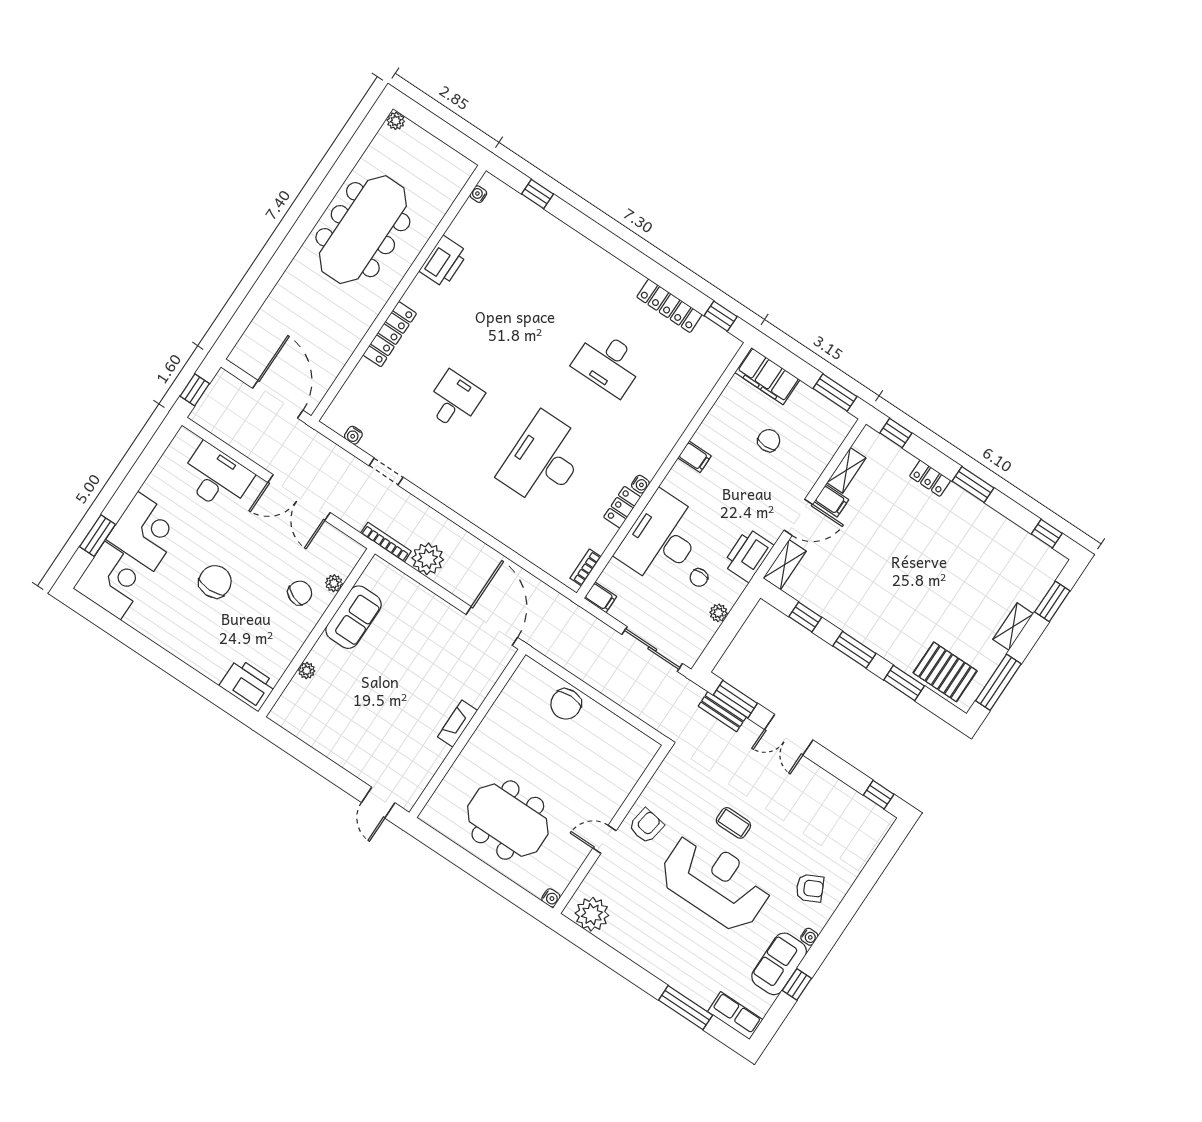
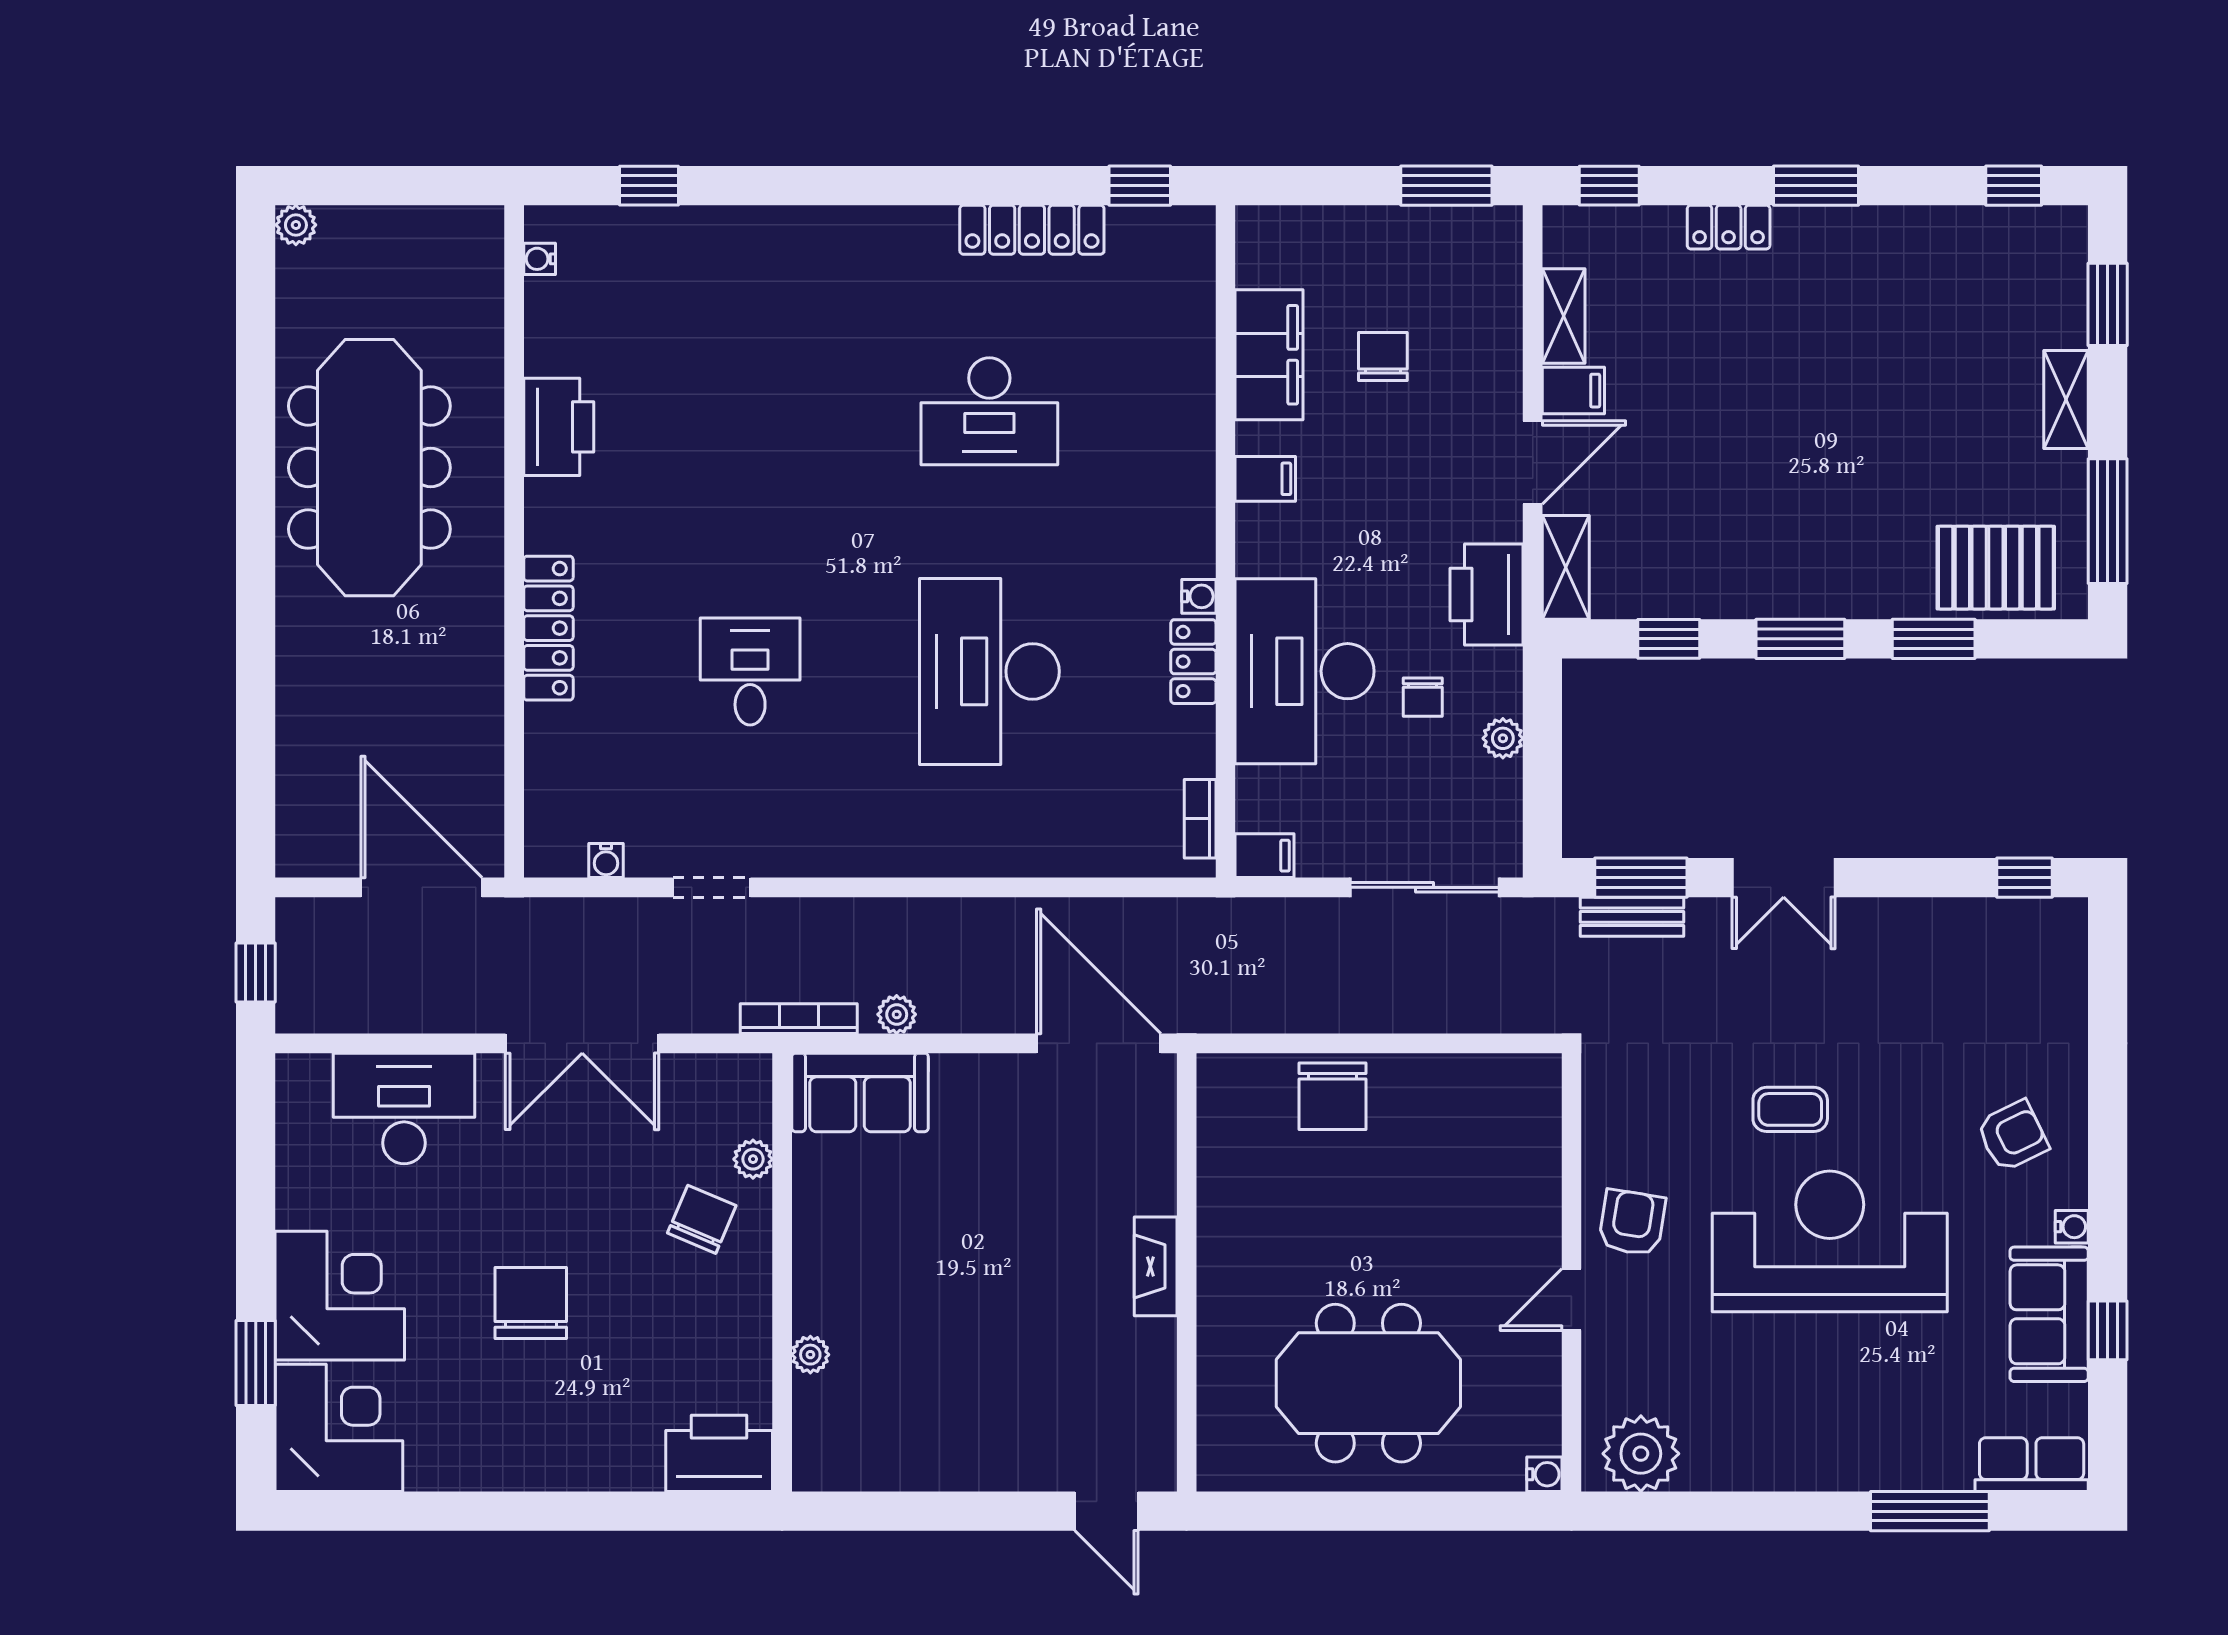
filing cabinet: (767, 376) -> (1269, 355), moved, turned -90
plant: (428, 559) -> (897, 1014), width x0.53, depth x0.53
sofa: (353, 617) -> (860, 1092), moved, turned 90

